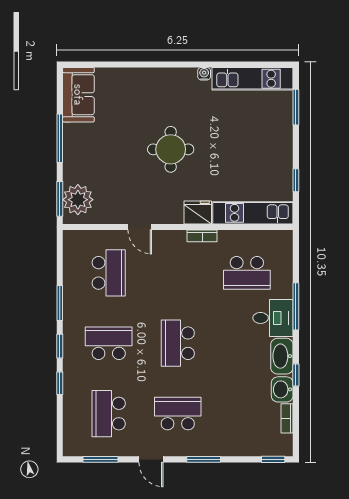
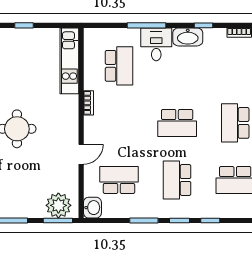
window: (296, 180) -> (24, 25), moved
fridge: (198, 212) -> (69, 106), removed
washbasin: (282, 389) -> (92, 208), moved, turned -90

